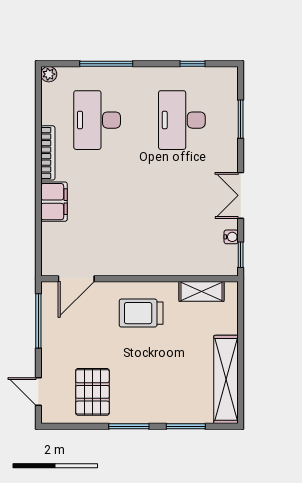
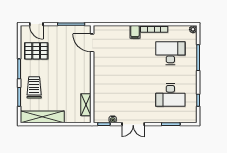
desk: (182, 120) -> (170, 95), turned 180
double door: (241, 195) -> (133, 124), swing flipped
filing cabinet: (54, 202) -> (135, 32), width x0.50
trolley: (141, 313) -> (34, 87), moved
door: (38, 392) -> (36, 24), swing flipped

